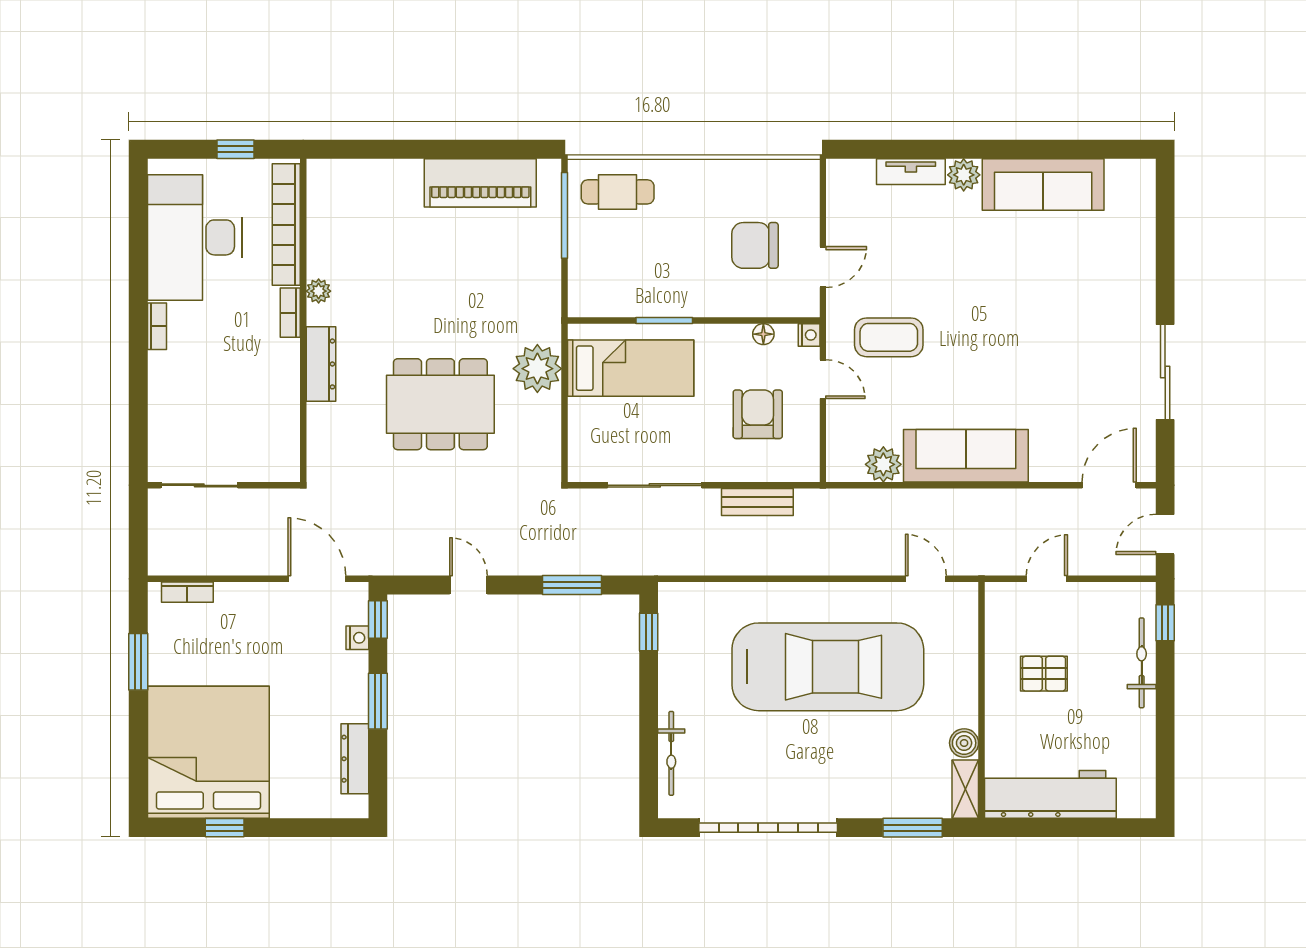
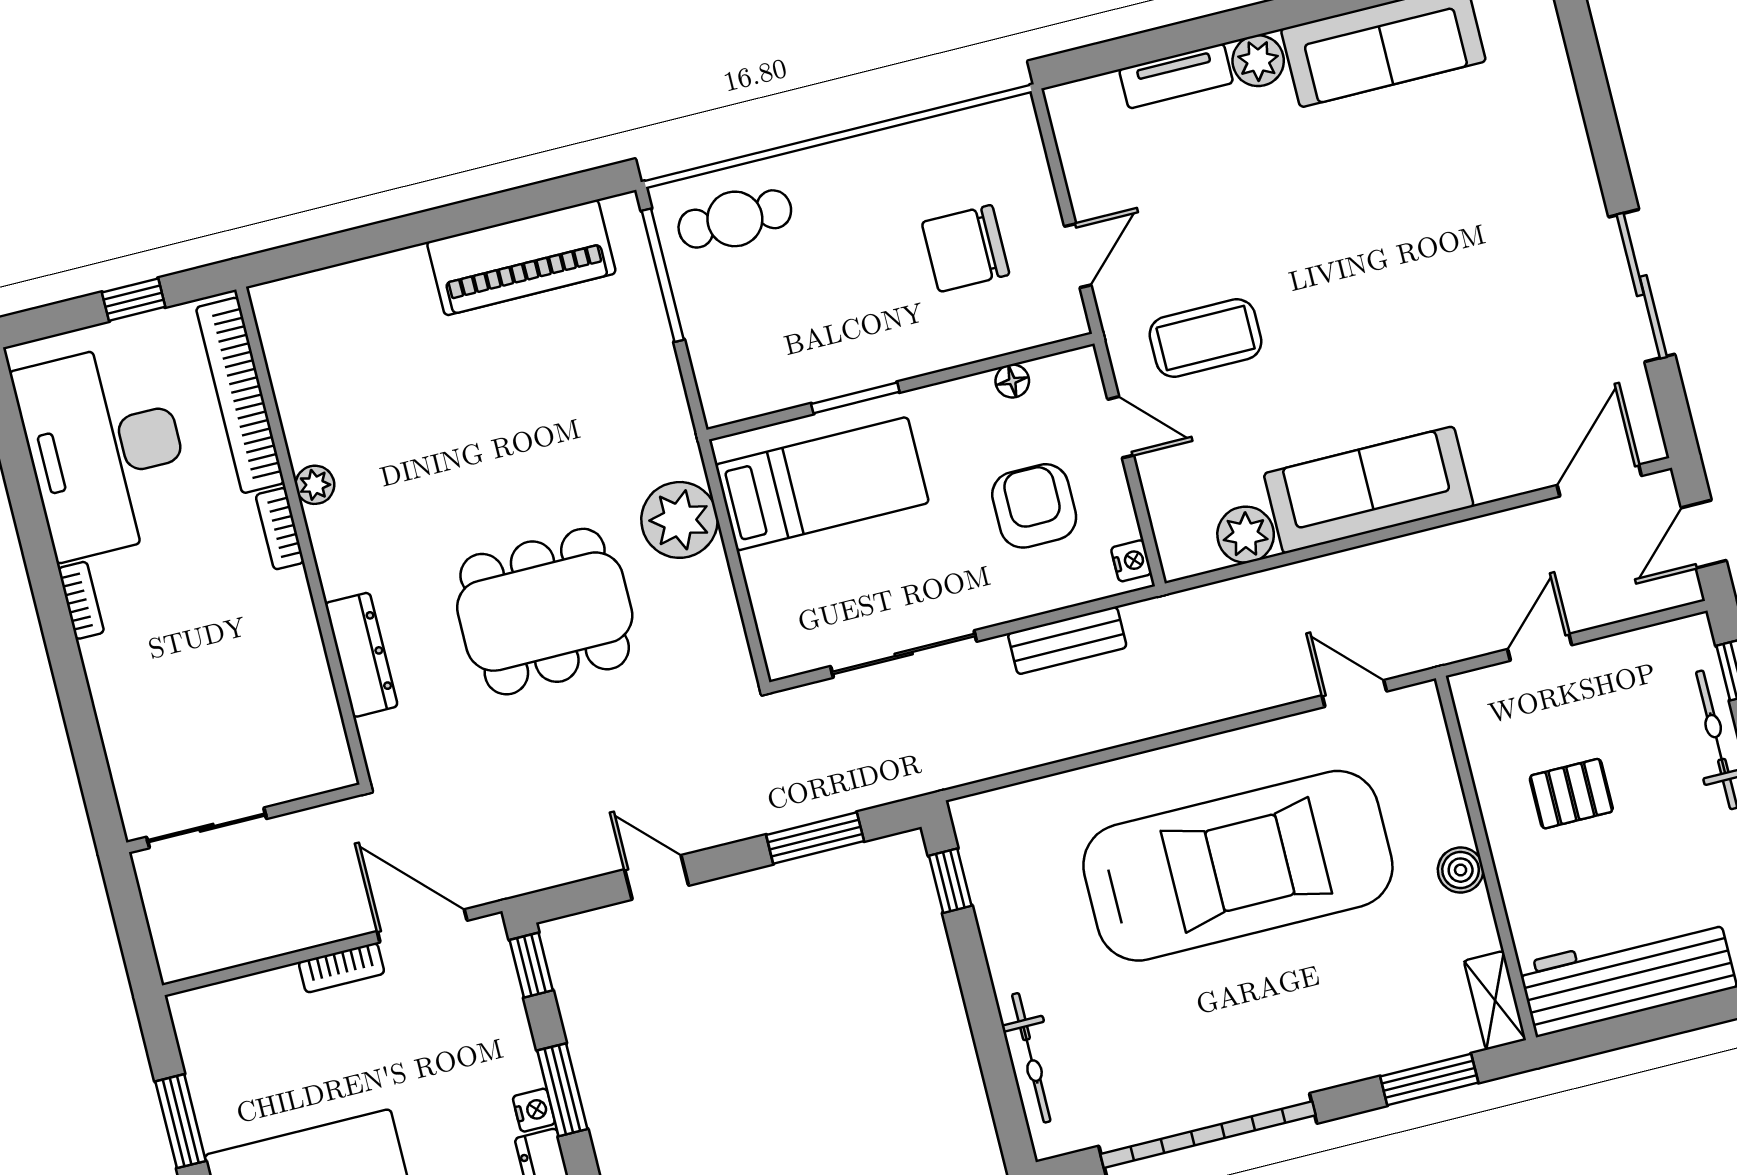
nightstand: (809, 335) -> (1131, 561), moved
dresser: (321, 364) -> (361, 655), moved
bookcase: (187, 592) -> (342, 968), moved
nightstand: (357, 638) -> (534, 1110), moved
boiler: (964, 743) -> (1461, 870), moved

